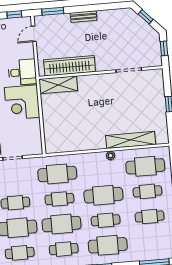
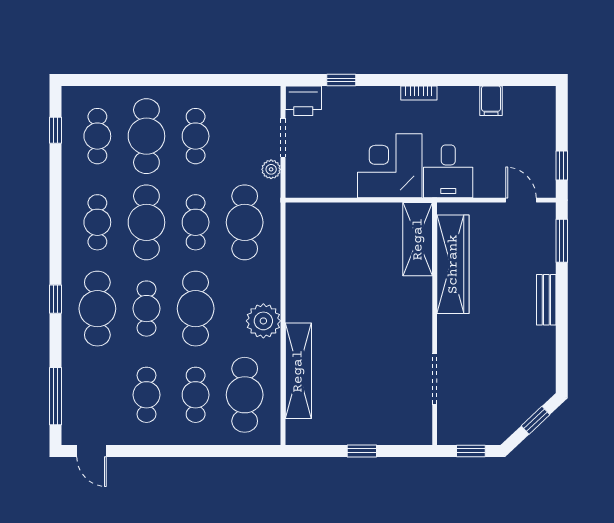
plant: (111, 156) -> (263, 321), width x1.88, depth x1.88
plant: (29, 163) -> (271, 169), added

